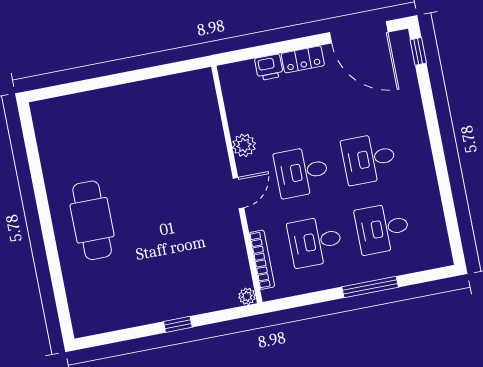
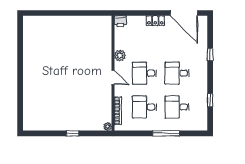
window: (418, 51) -> (210, 54), moved
printer: (269, 67) -> (120, 21), moved
door: (238, 193) -> (113, 77), hinge flipped
window: (447, 201) -> (210, 100), added
cafe table: (92, 220) -> (42, 77), removed

